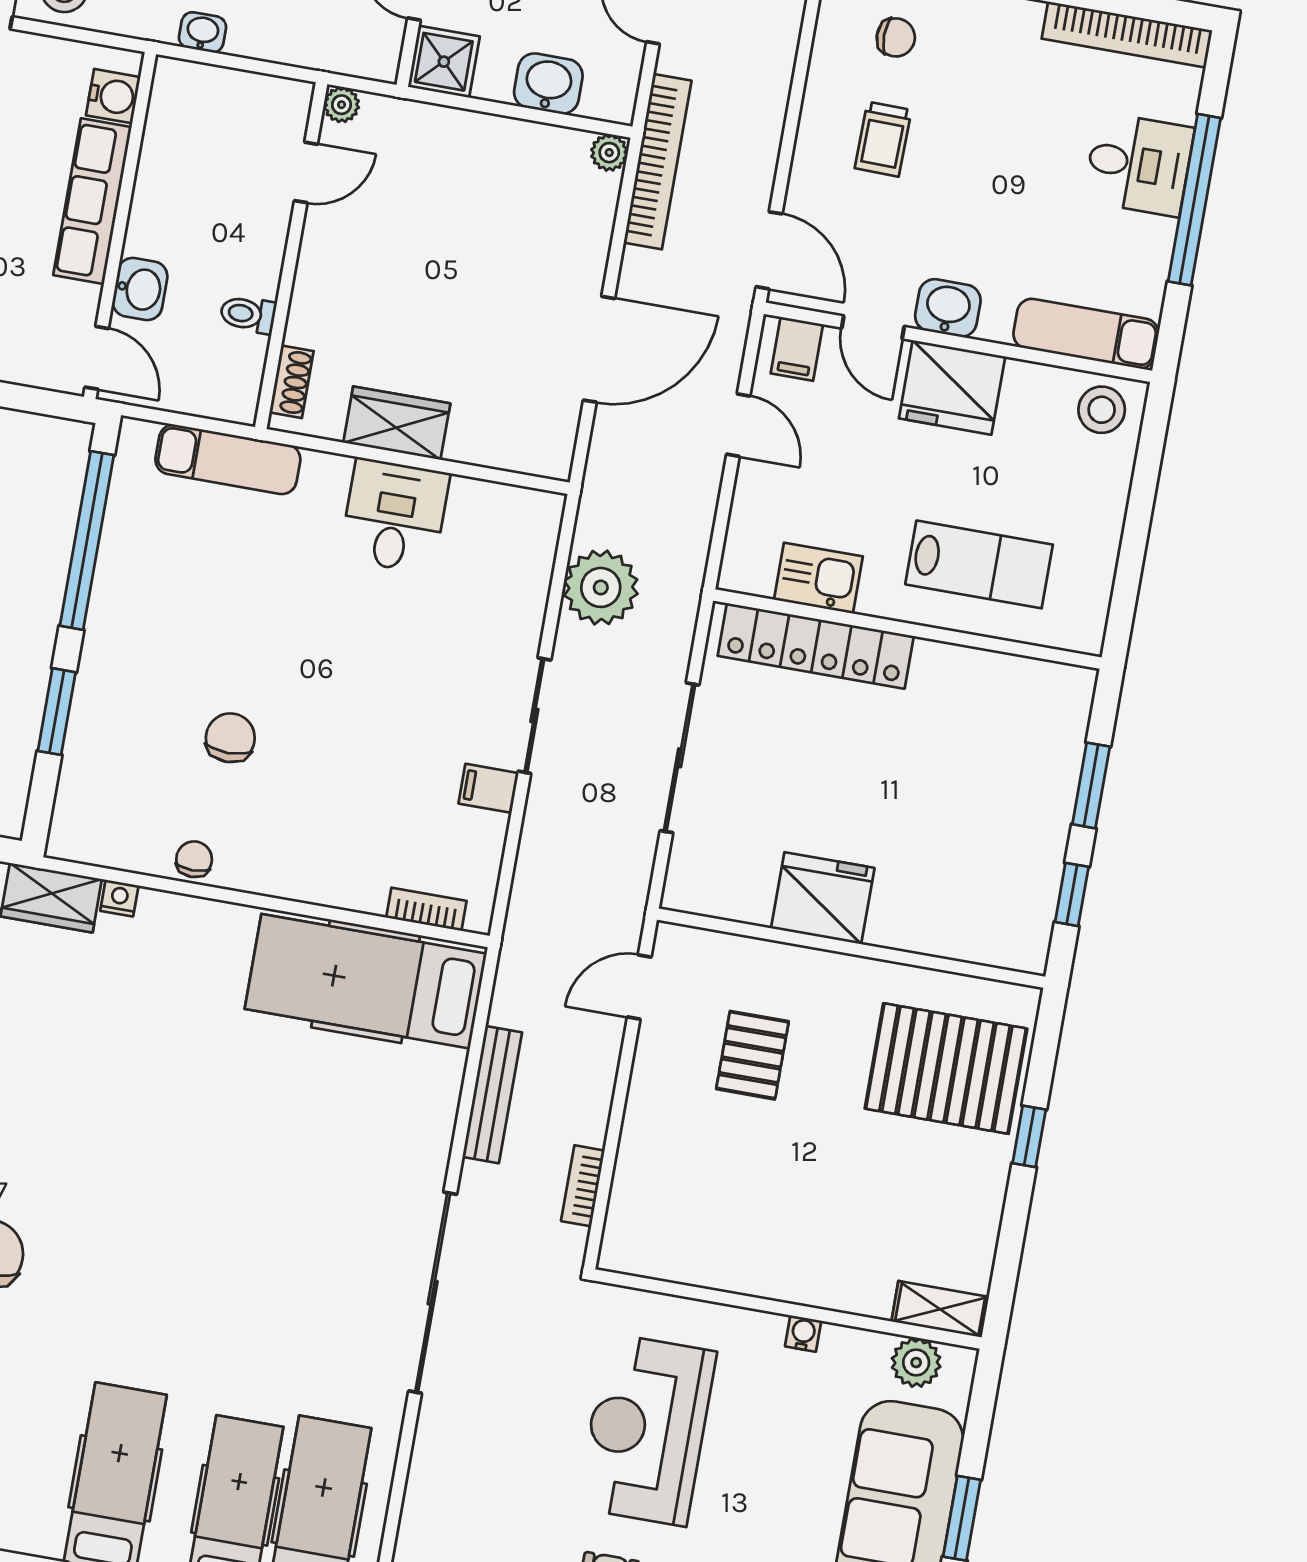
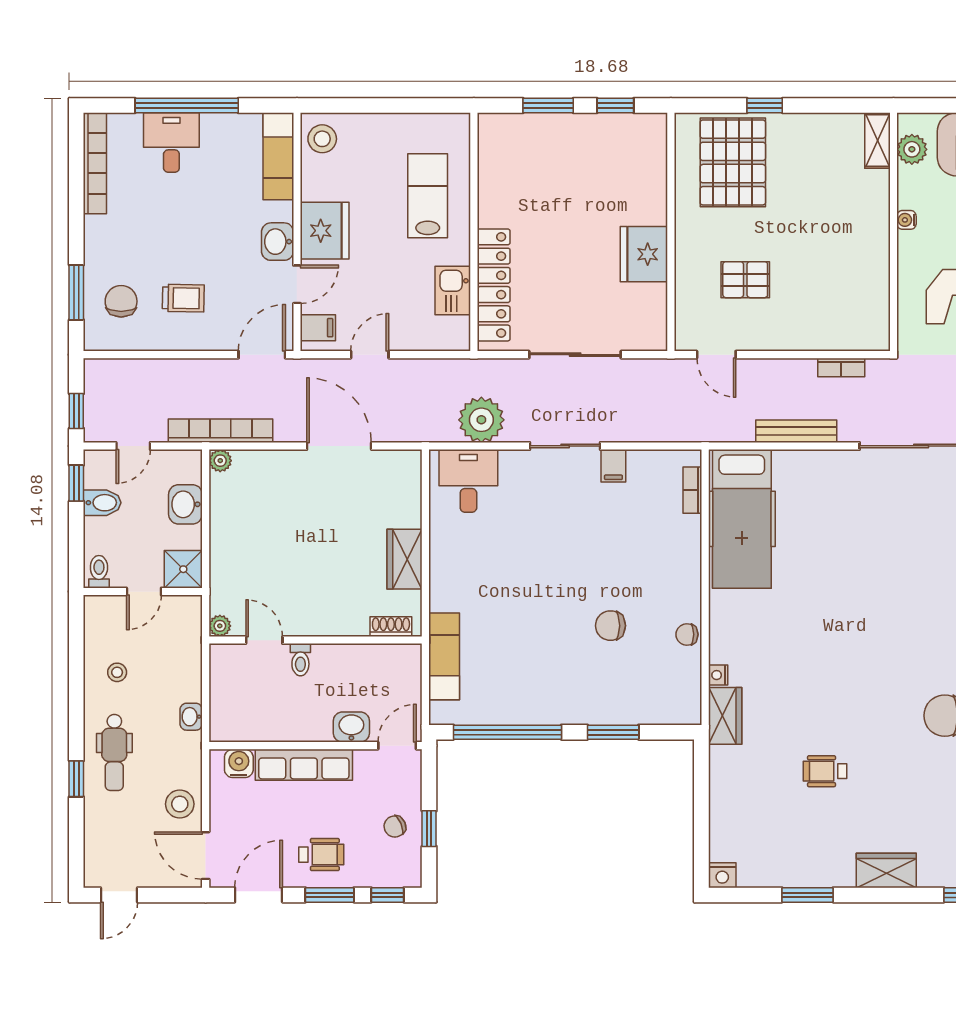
chair: (896, 37) -> (121, 301), width x1.37, depth x1.37
toilet: (248, 314) -> (300, 660), moved
desk: (395, 516) -> (468, 481), moved, turned 90

